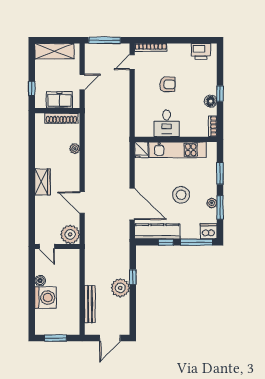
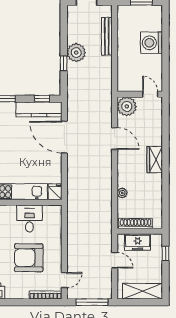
door: (82, 82) -> (115, 260), swing flipped
armchair: (167, 84) -> (29, 258), width x1.88, depth x1.88
stool: (181, 195) -> (15, 146), removed
window: (166, 242) -> (42, 99), moved
boiler: (40, 281) -> (157, 60), removed

